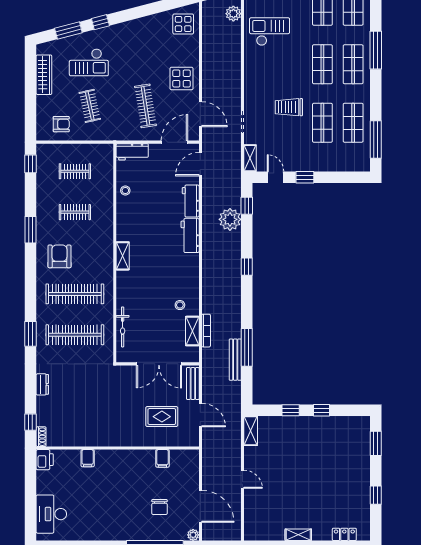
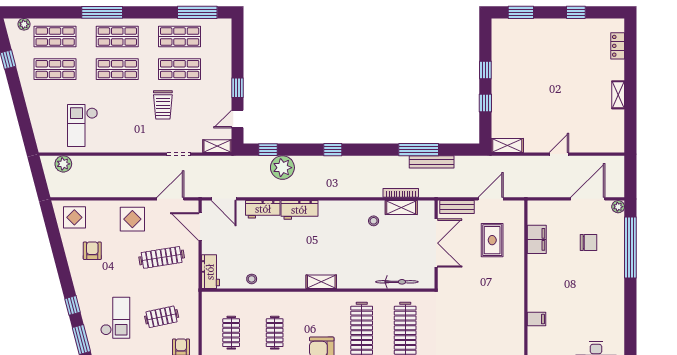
armchair: (152, 41) -> (92, 251), added
filing cabinet: (162, 458) -> (537, 239), width x2.00

